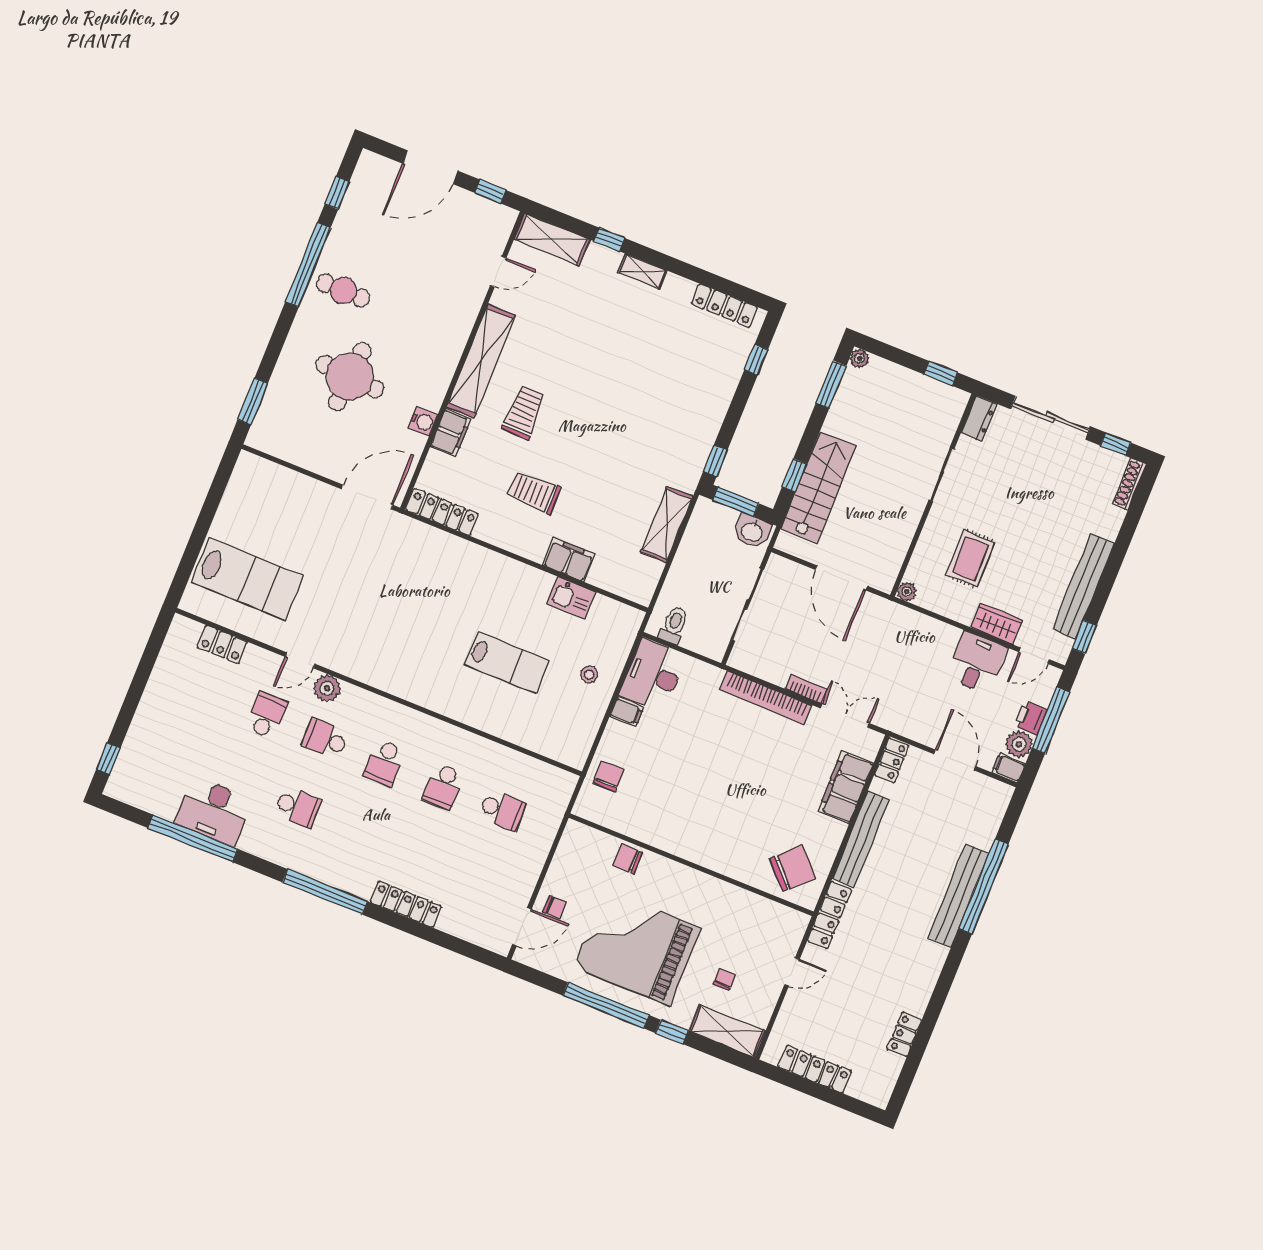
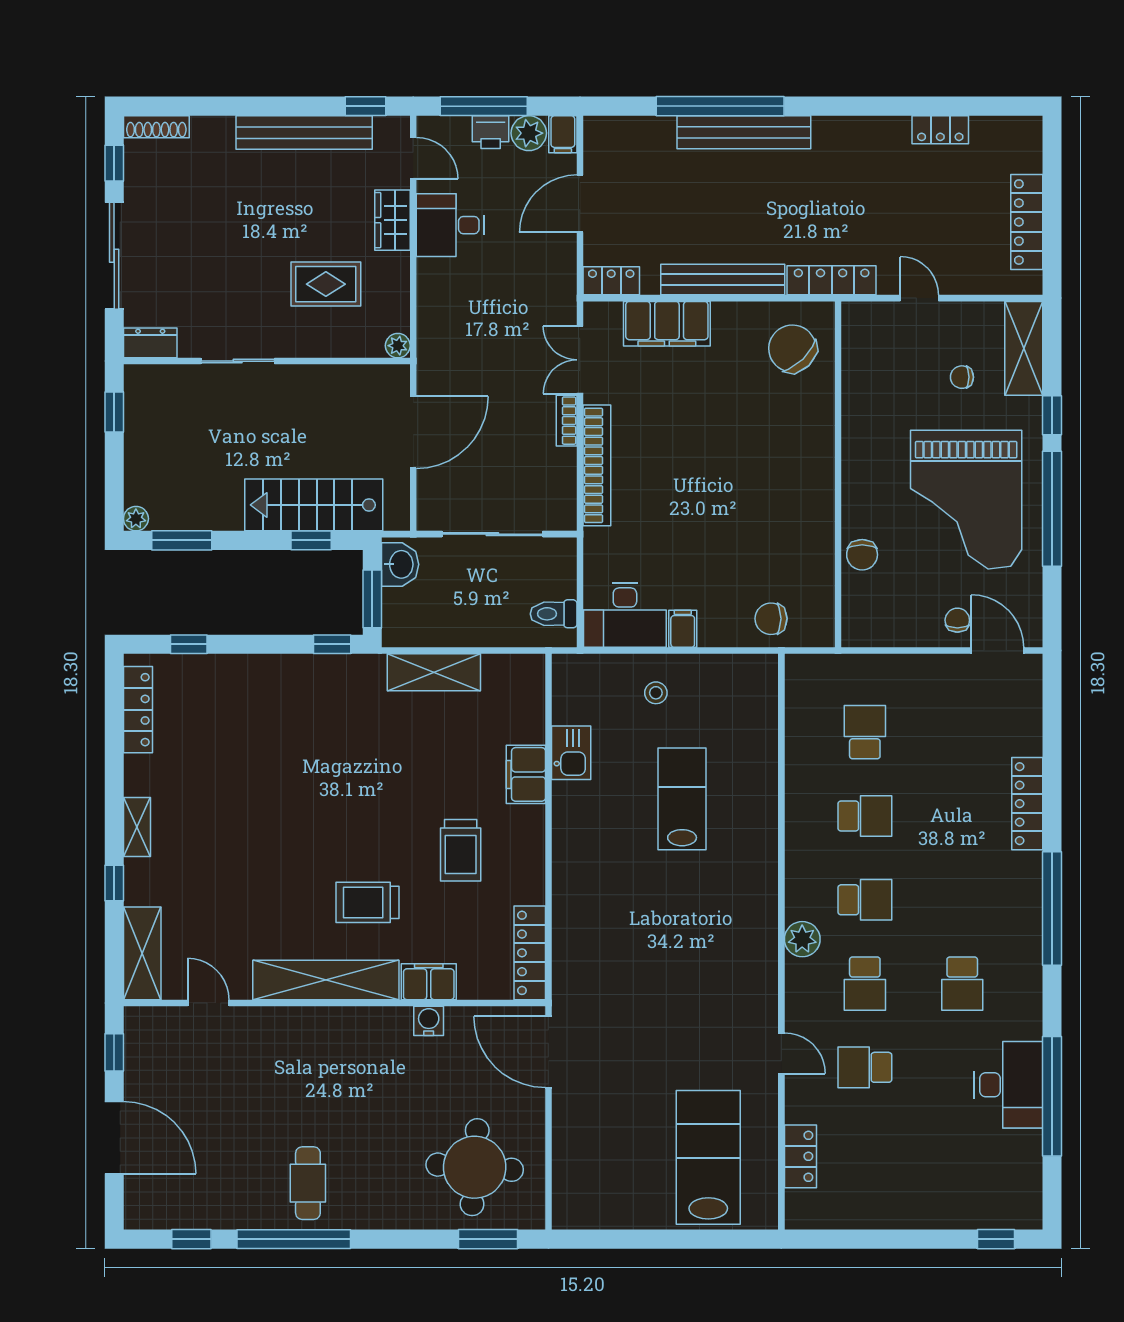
round table: (350, 377) -> (475, 1167), moved
plant: (327, 688) -> (802, 939), moved
school desk: (298, 807) -> (962, 984), turned 180

